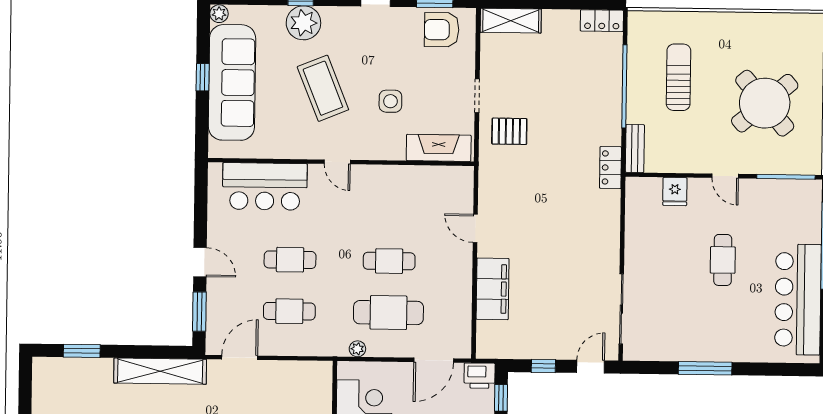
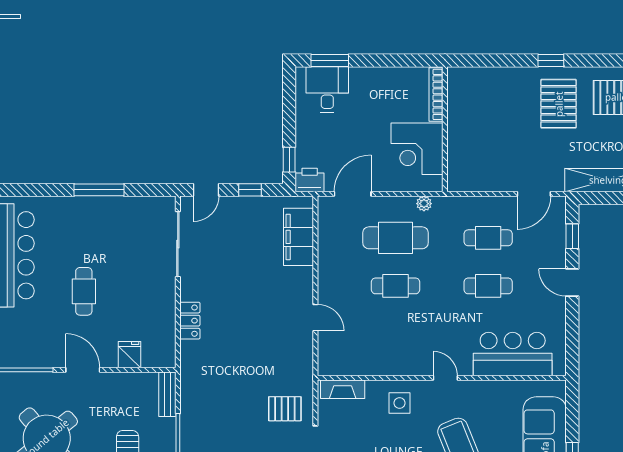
side table: (390, 101) -> (400, 403), moved
fireplace: (439, 148) -> (343, 389), width x0.73, depth x0.76
locker: (610, 168) -> (190, 321), moved
door: (725, 176) -> (83, 370), width x1.38
filing cabinet: (493, 289) -> (299, 237), moved
window: (199, 312) -> (572, 236), width x0.67

